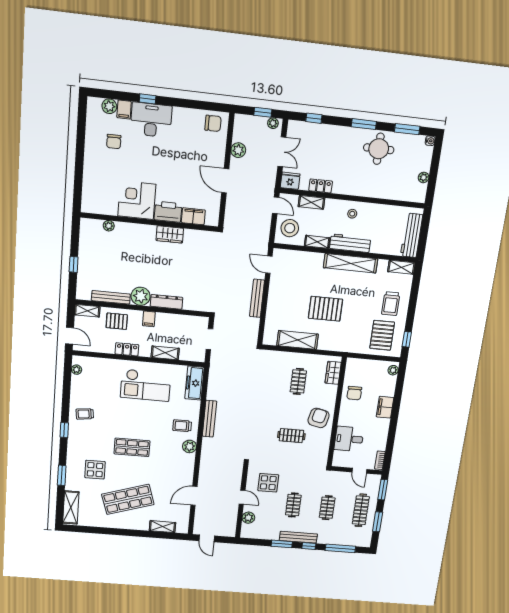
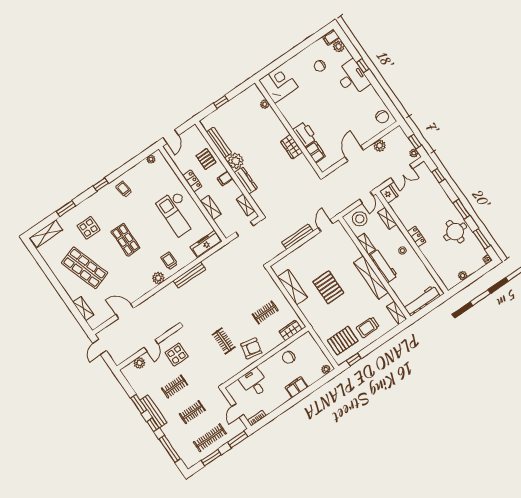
filing cabinet: (124, 110) -> (331, 38), moved
locker: (321, 186) -> (417, 237), moved
corner desk: (137, 200) -> (278, 84), moved
shelving: (87, 311) -> (246, 205), moved

